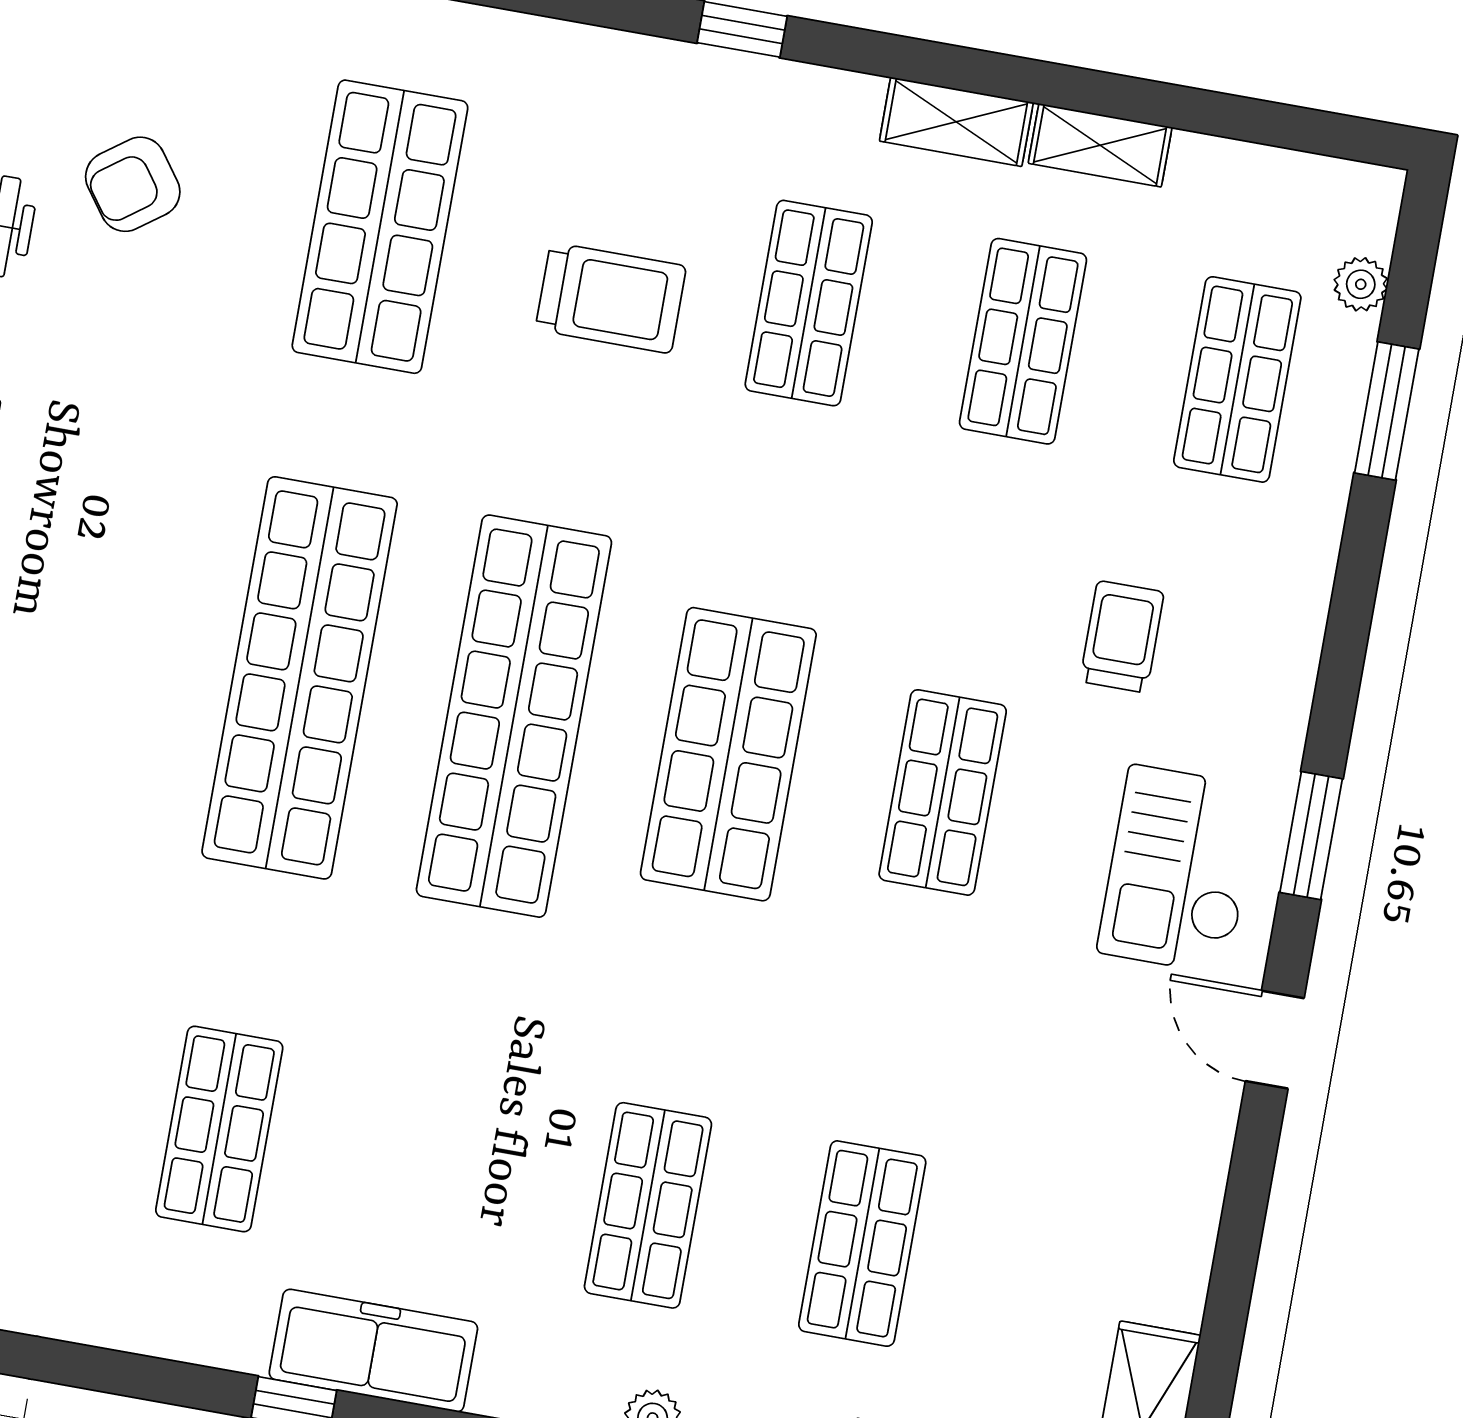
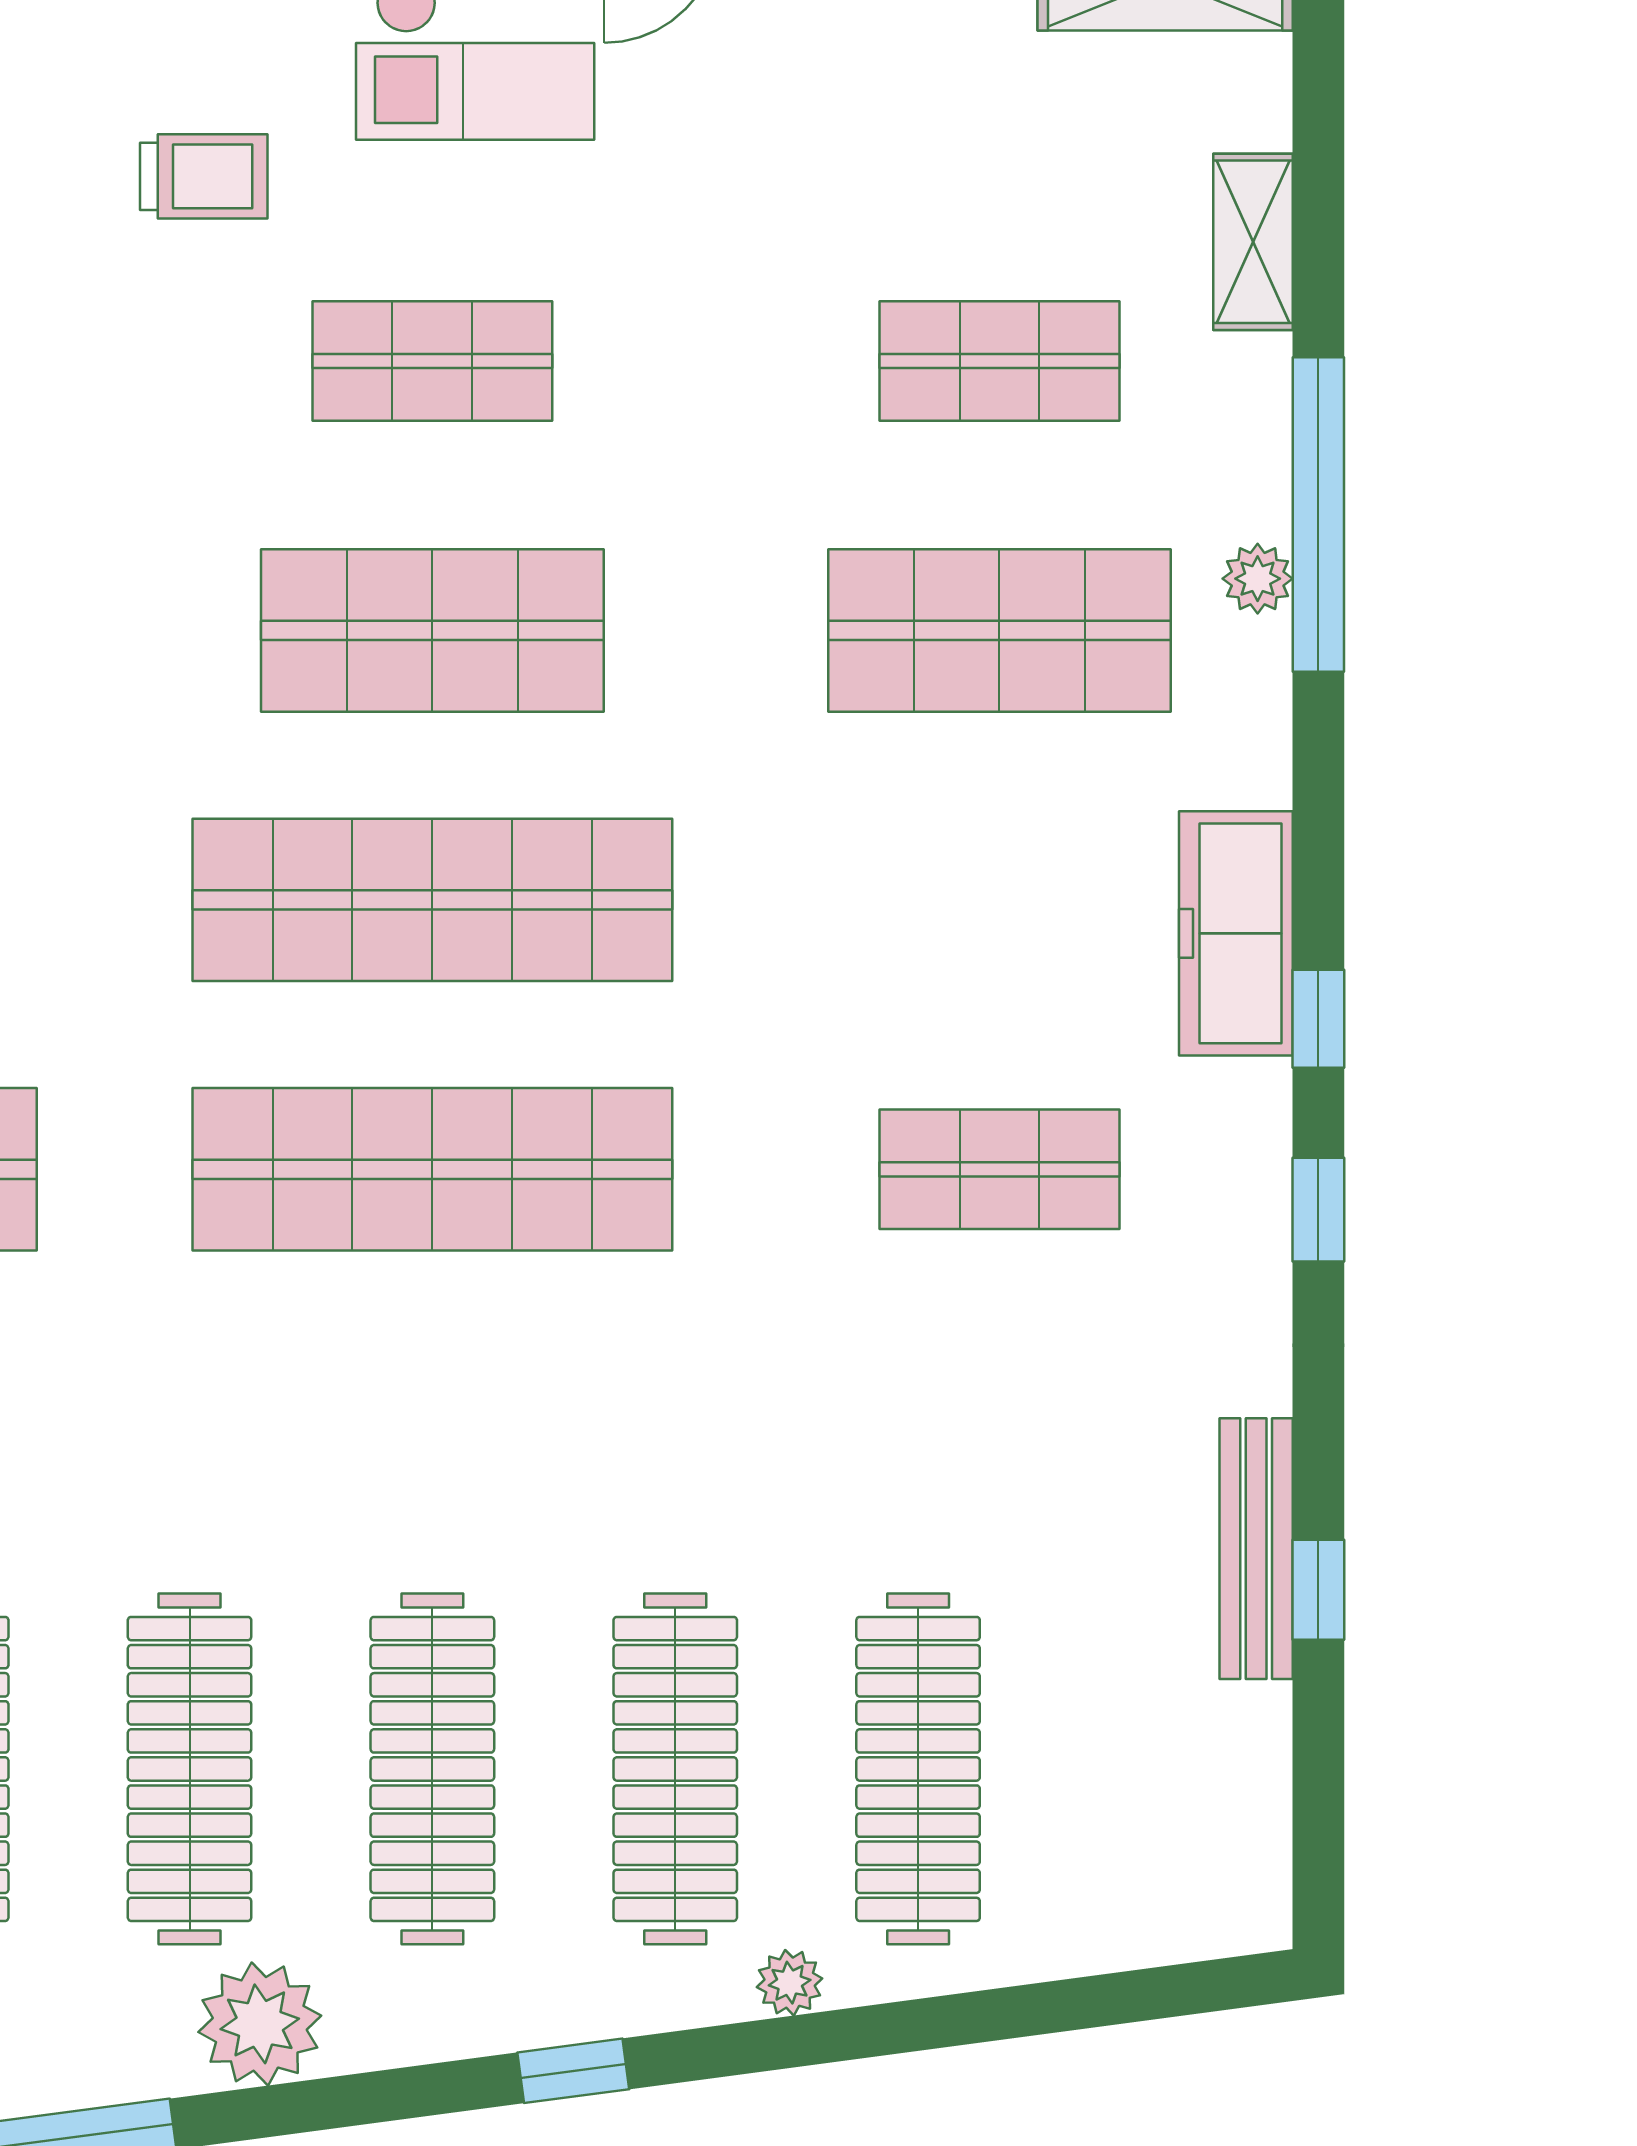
trolley: (1122, 637) -> (204, 176), turned 180
shop shelf: (648, 1205) -> (999, 630), width x1.43, depth x1.36
window: (142, 1377) -> (1318, 1210), added

